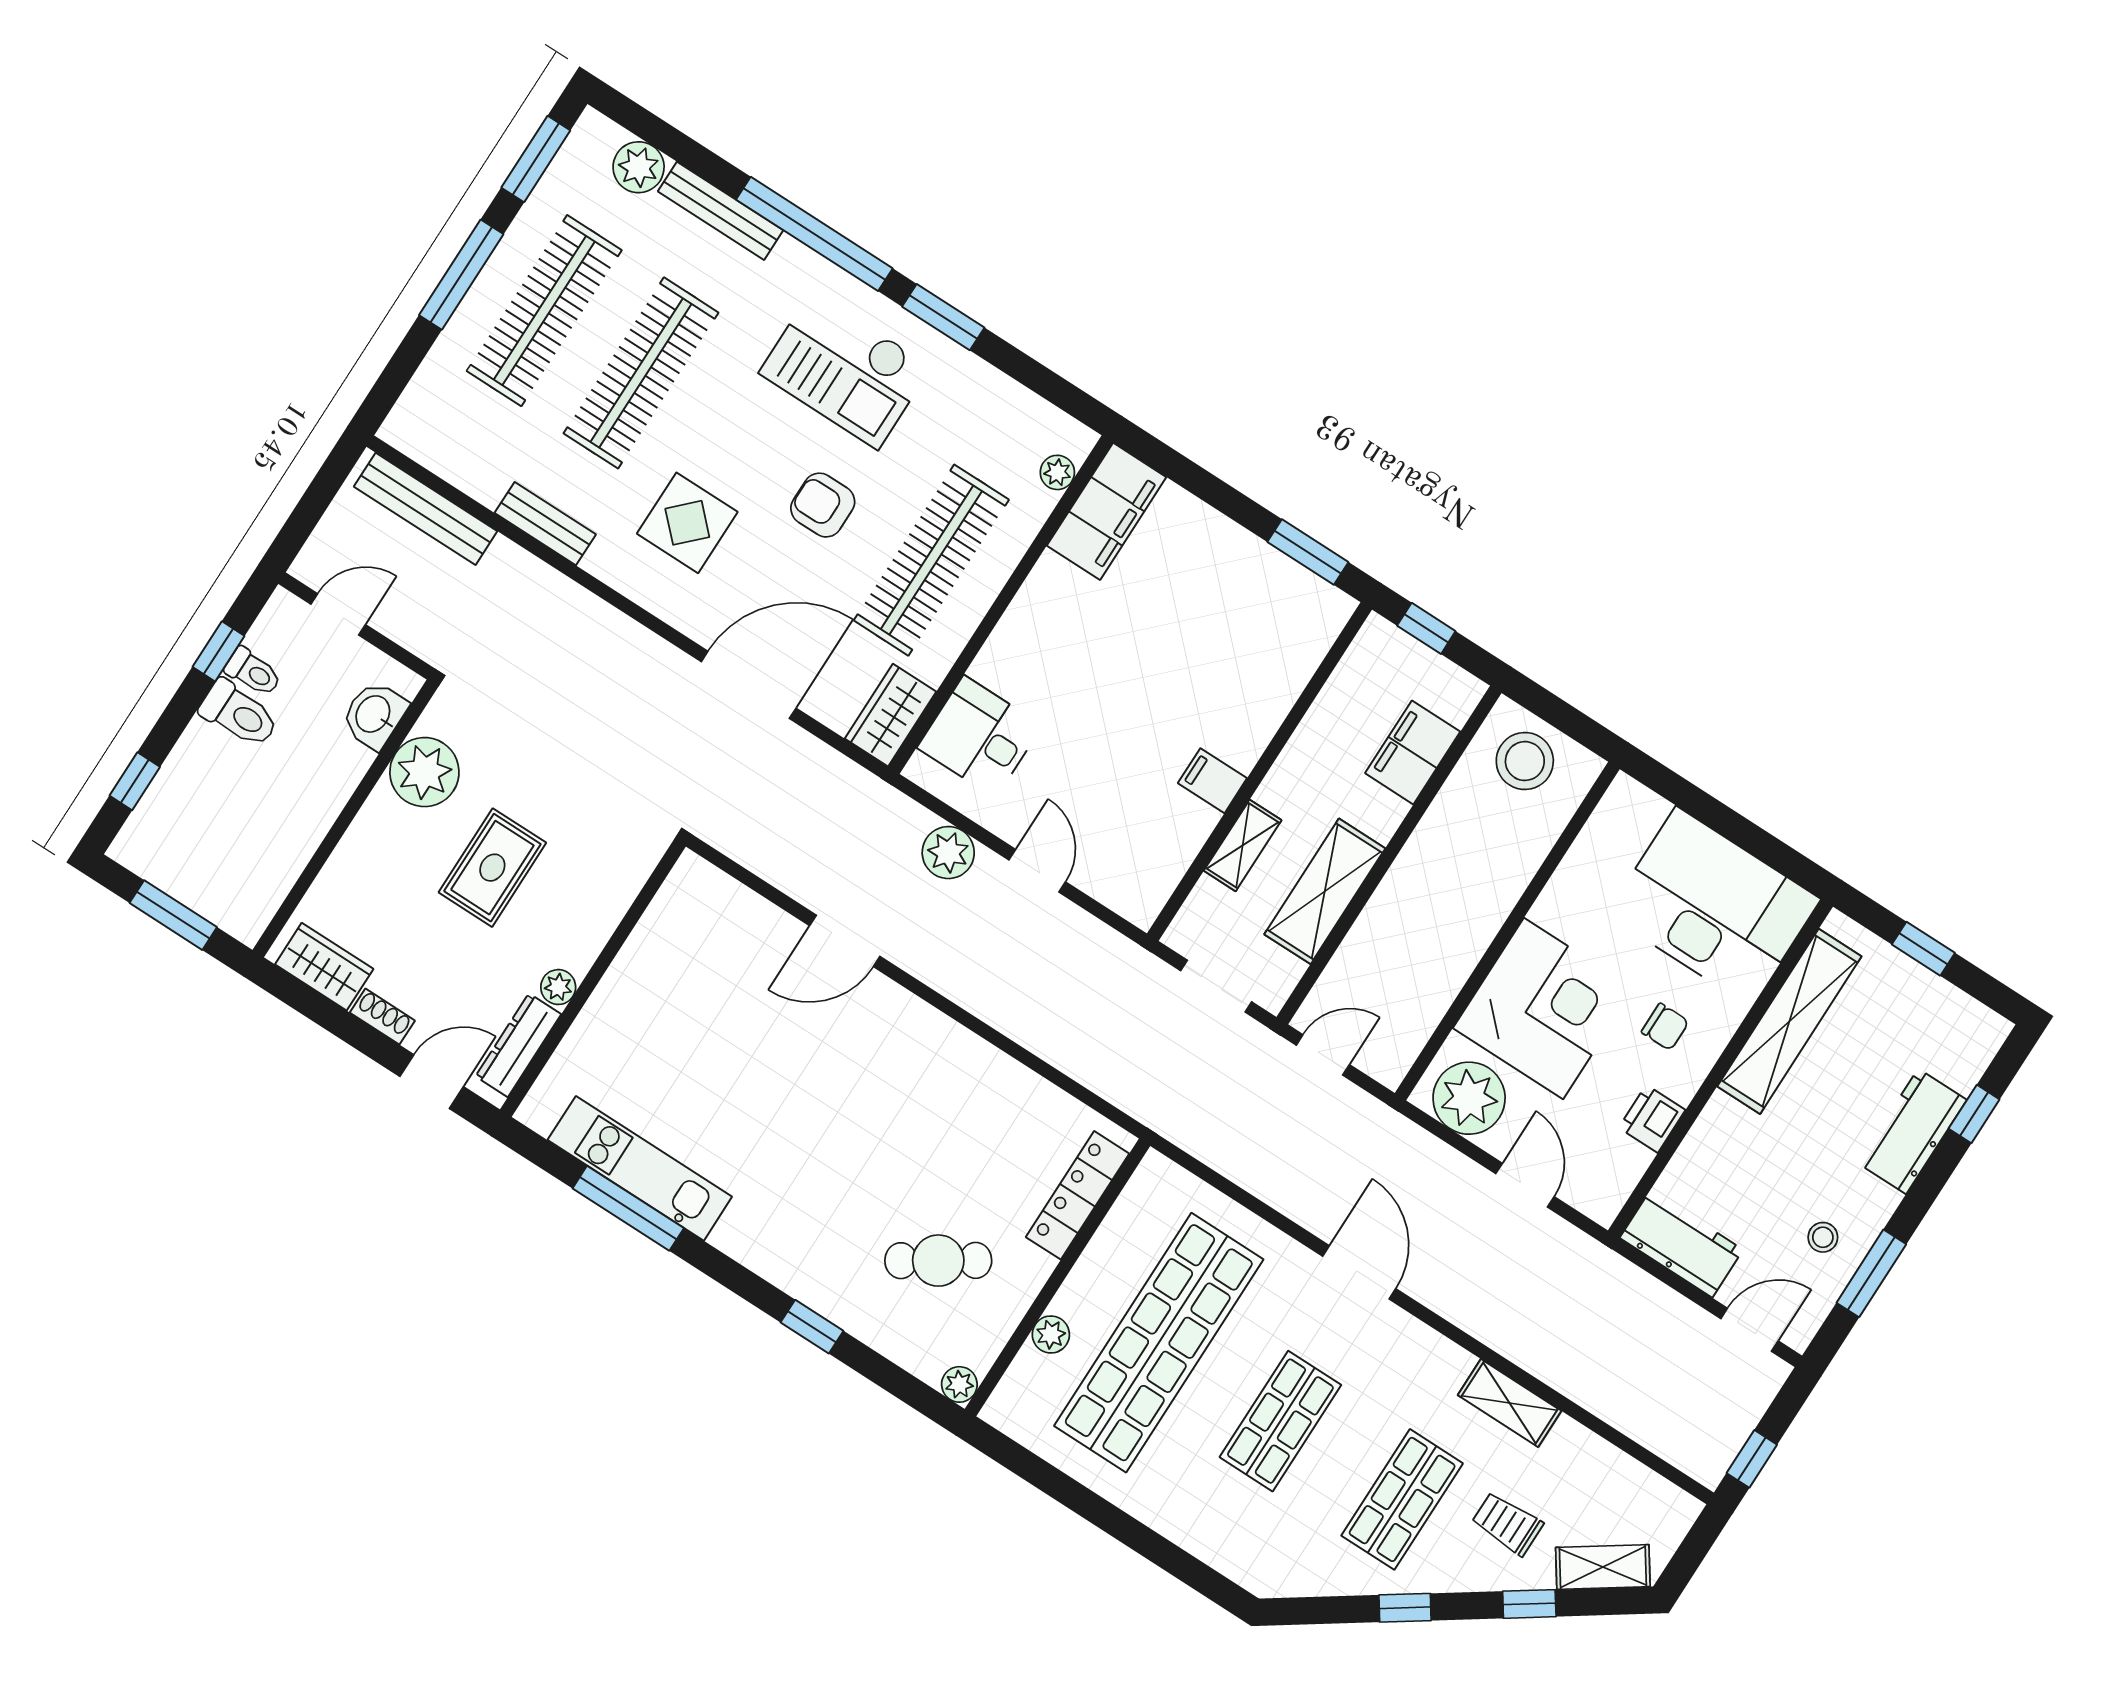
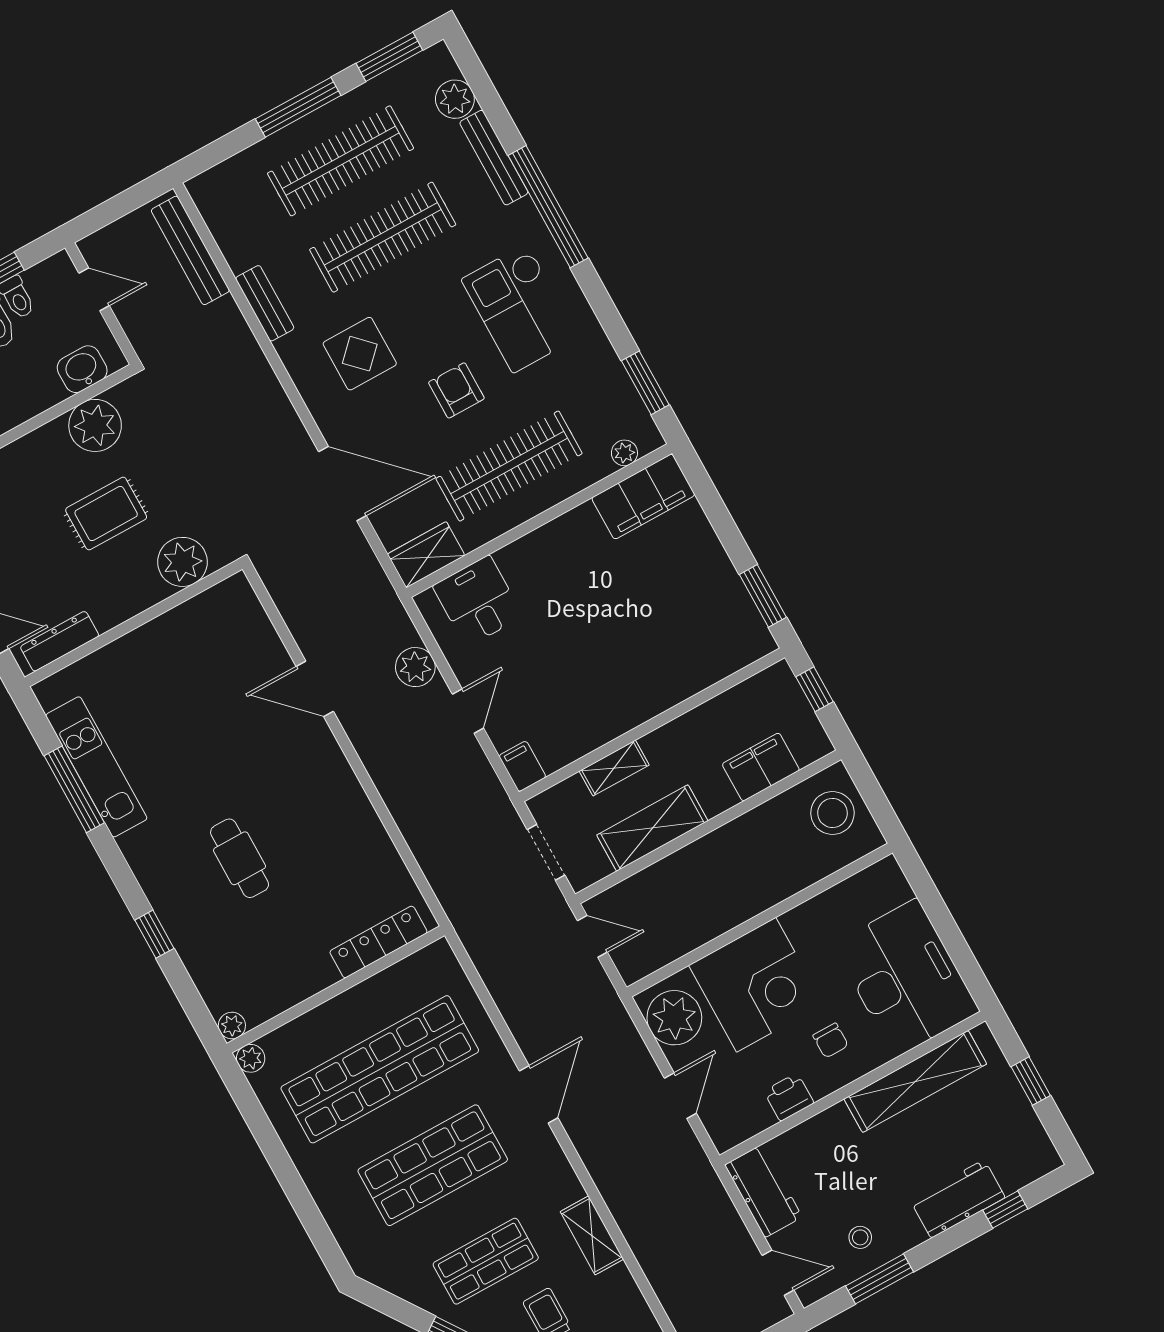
window: (943, 317) -> (645, 383), moved
filing cabinet: (1212, 781) -> (522, 766), moved
plant: (558, 987) -> (183, 562), moved, width x1.88, depth x1.88
cafe table: (938, 1261) -> (240, 858), moved, turned 33
plant: (1051, 1334) -> (251, 1058), moved
shop shelf: (1280, 1421) -> (433, 1165), width x1.43, depth x1.36

